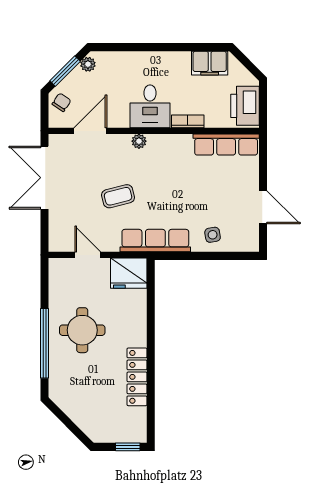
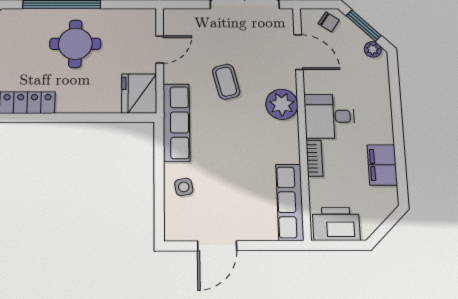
filing cabinet: (210, 63) -> (382, 165), moved
plant: (139, 141) -> (282, 104), width x1.88, depth x1.88

